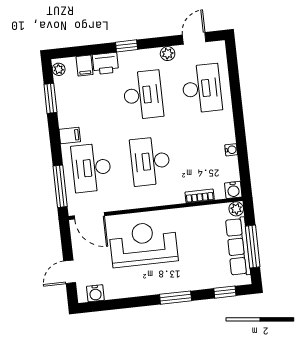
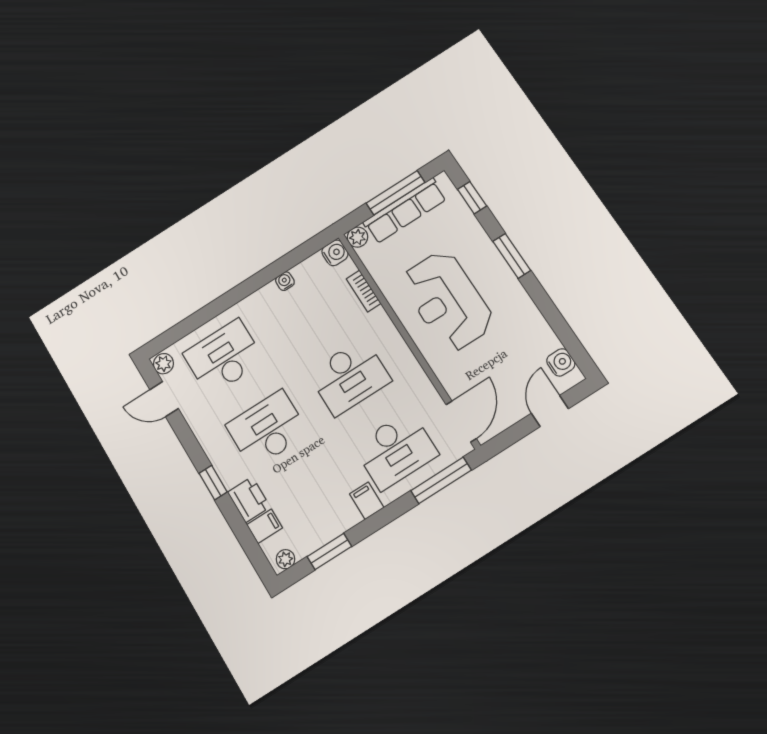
plant: (168, 54) -> (163, 364), moved
reception desk: (143, 244) -> (447, 301), moved
door: (70, 272) -> (550, 411), swing flipped

